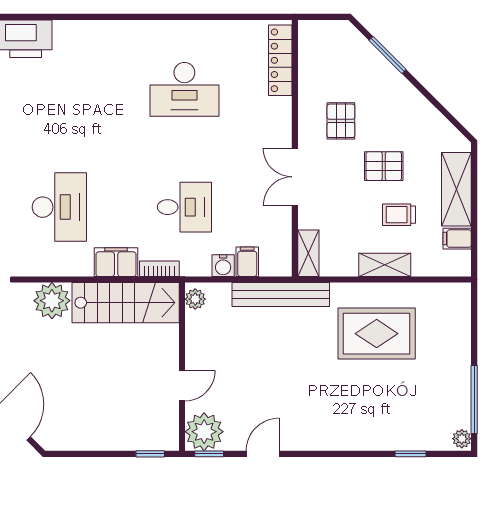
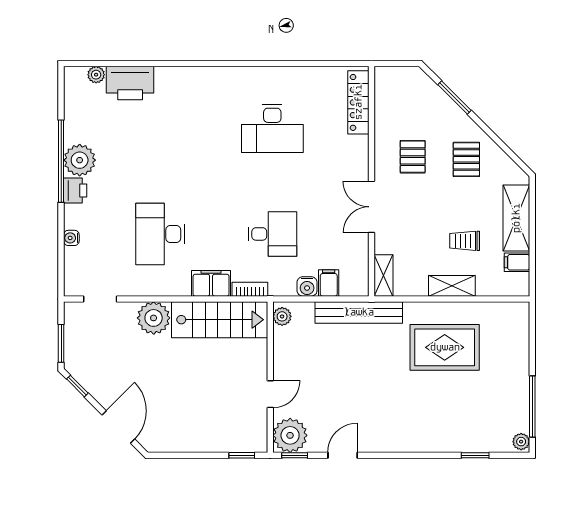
pallet: (384, 166) -> (466, 159), moved, turned 90
desk: (59, 207) -> (160, 234), turned 180

